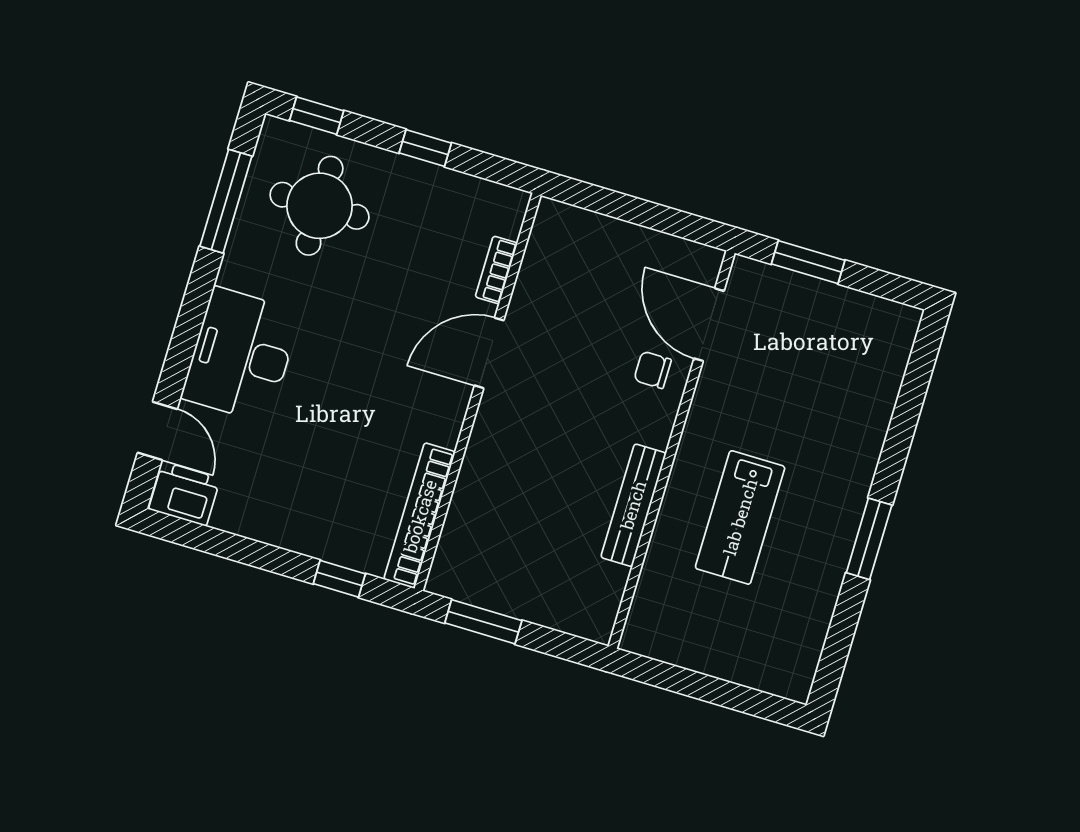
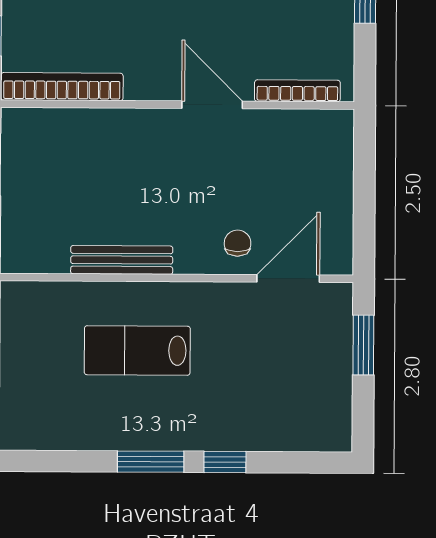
bookcase: (496, 270) -> (297, 91), width x1.56
window: (894, 456) -> (225, 462), added

